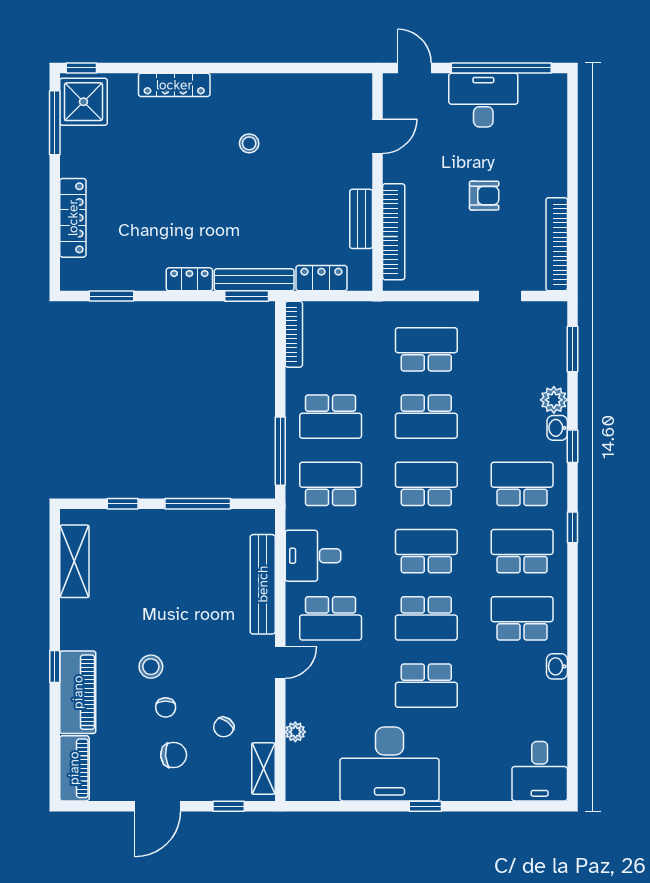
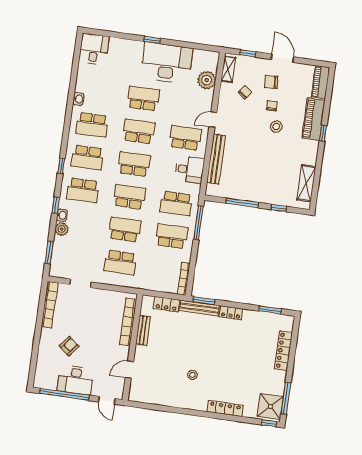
armchair: (484, 196) -> (69, 346), moved, turned 128
school desk: (426, 484) -> (129, 197), turned 180
school desk: (426, 551) -> (134, 164), turned 180
plant: (295, 732) -> (207, 80), width x1.88, depth x1.88
door: (158, 806) -> (282, 58), hinge flipped

